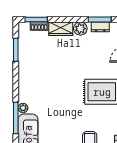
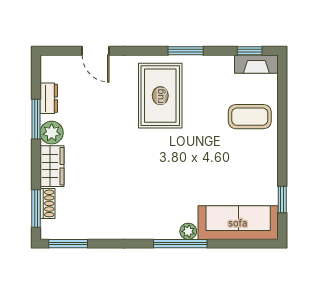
window: (100, 20) -> (36, 119), moved
window: (16, 50) -> (68, 244), moved
window: (16, 118) -> (180, 244), moved

